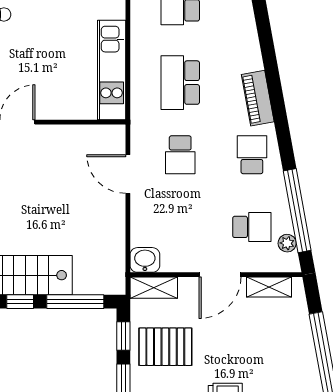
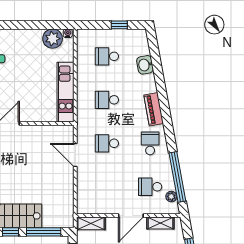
school desk: (180, 83) -> (107, 100), width x0.54
school desk: (180, 155) -> (107, 143), turned 90
school desk: (252, 227) -> (150, 187), turned 180
washbasin: (145, 260) -> (145, 65), moved, turned -100

